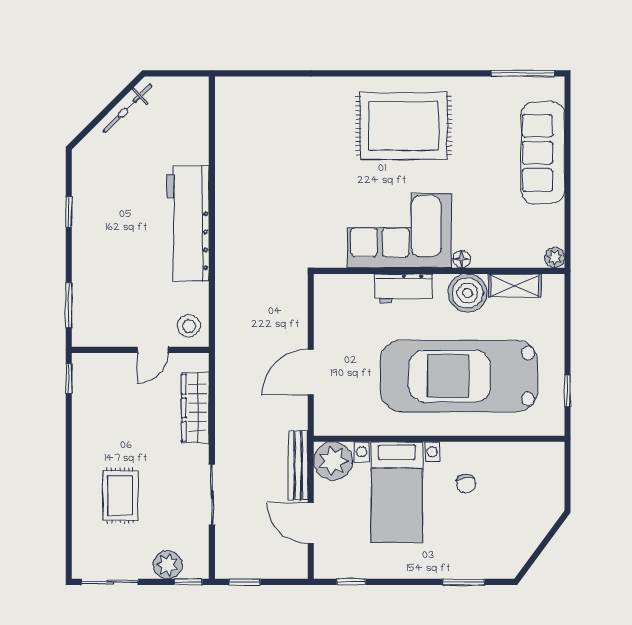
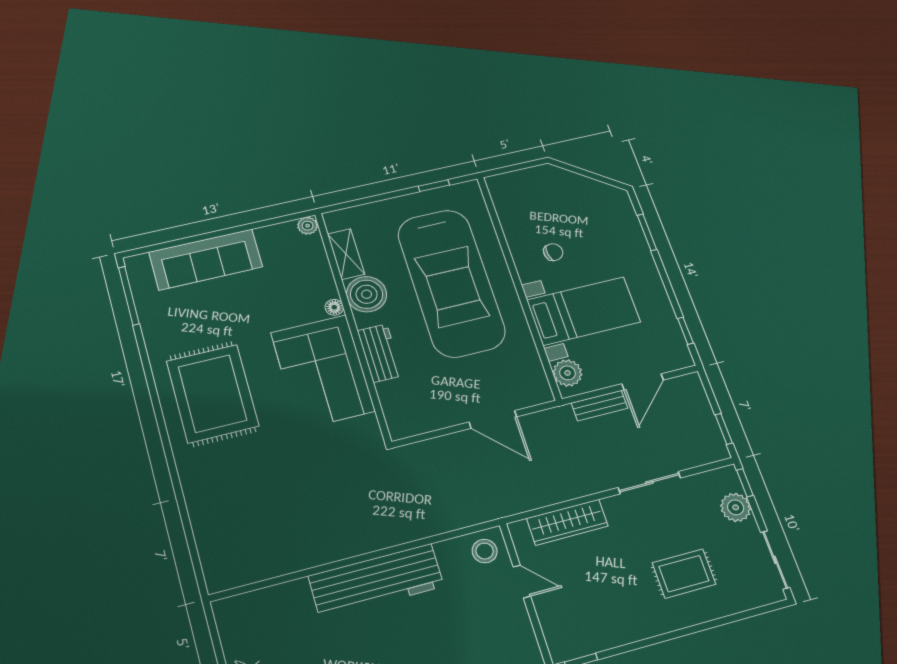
plant: (333, 461) -> (567, 373), width x0.73, depth x0.73
bench: (298, 465) -> (599, 406), width x0.73

